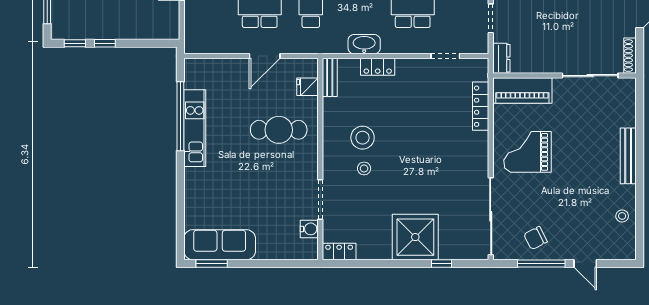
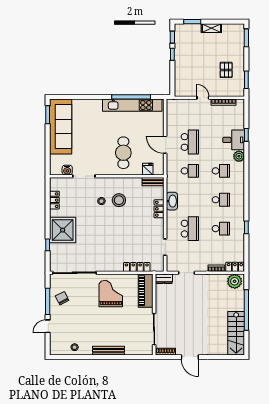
kitchen unit: (195, 128) -> (132, 105), width x1.36
sofa: (220, 245) -> (61, 127), width x1.36, depth x1.27
locker: (339, 251) -> (54, 200), moved

